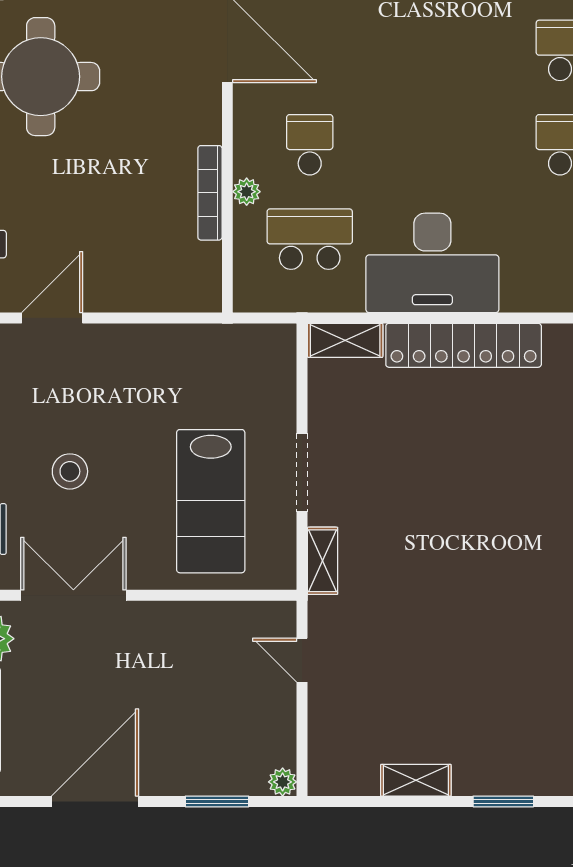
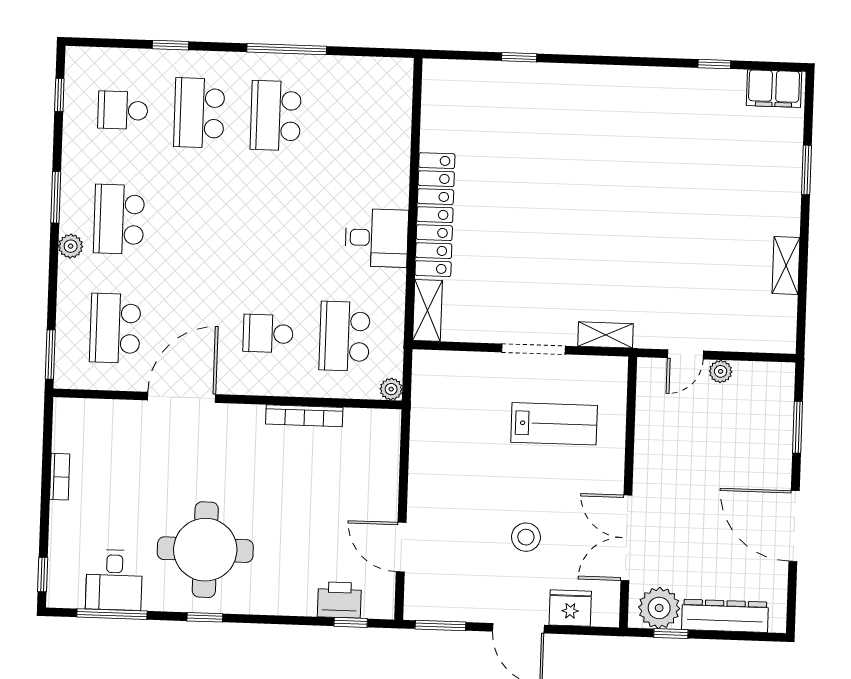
plant: (247, 192) -> (391, 389), moved
desk: (432, 263) -> (377, 238), width x0.53, depth x0.77
lab bench: (211, 501) -> (554, 424), width x0.73, depth x0.72
plant: (283, 782) -> (721, 371), moved
window: (503, 801) -> (807, 170), moved

